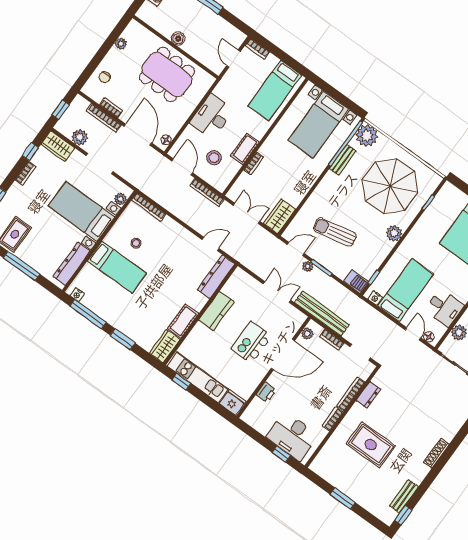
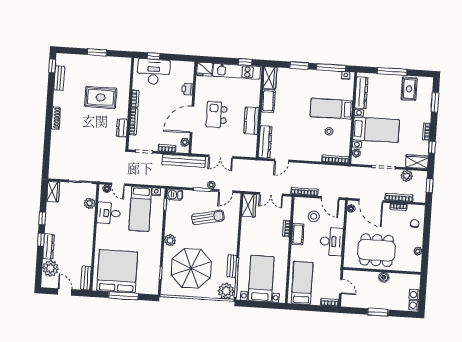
kitchen island: (251, 342) -> (217, 115), turned 180

